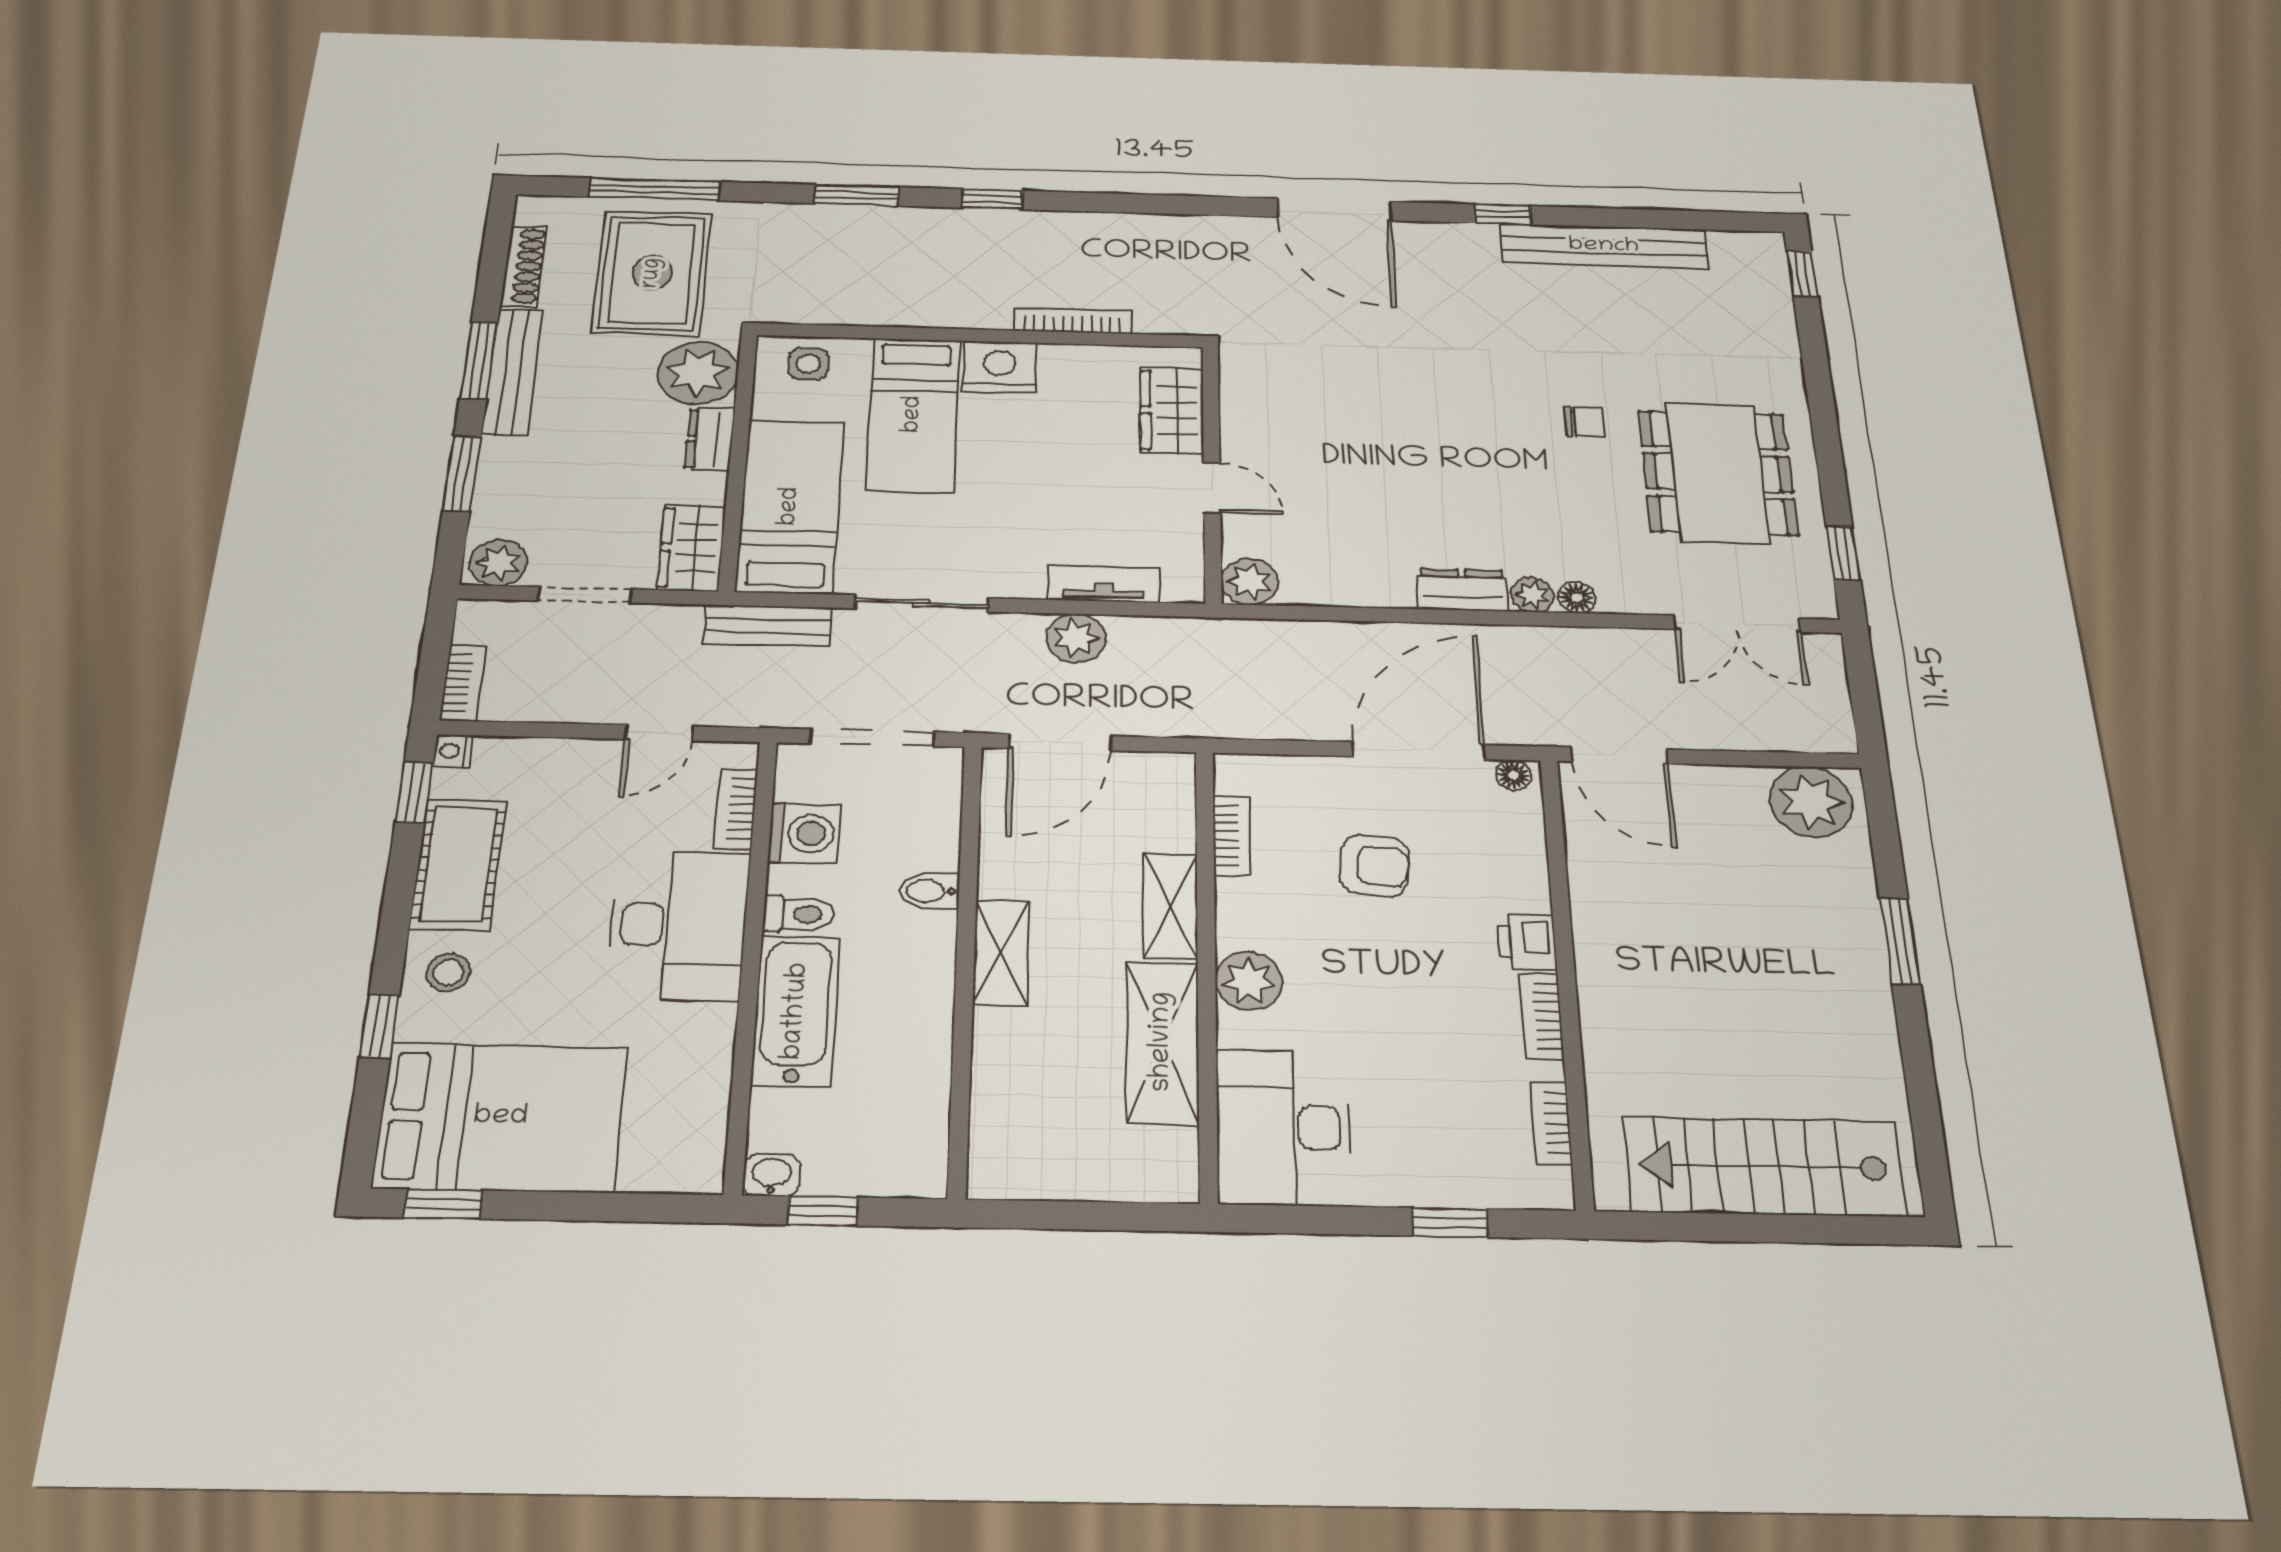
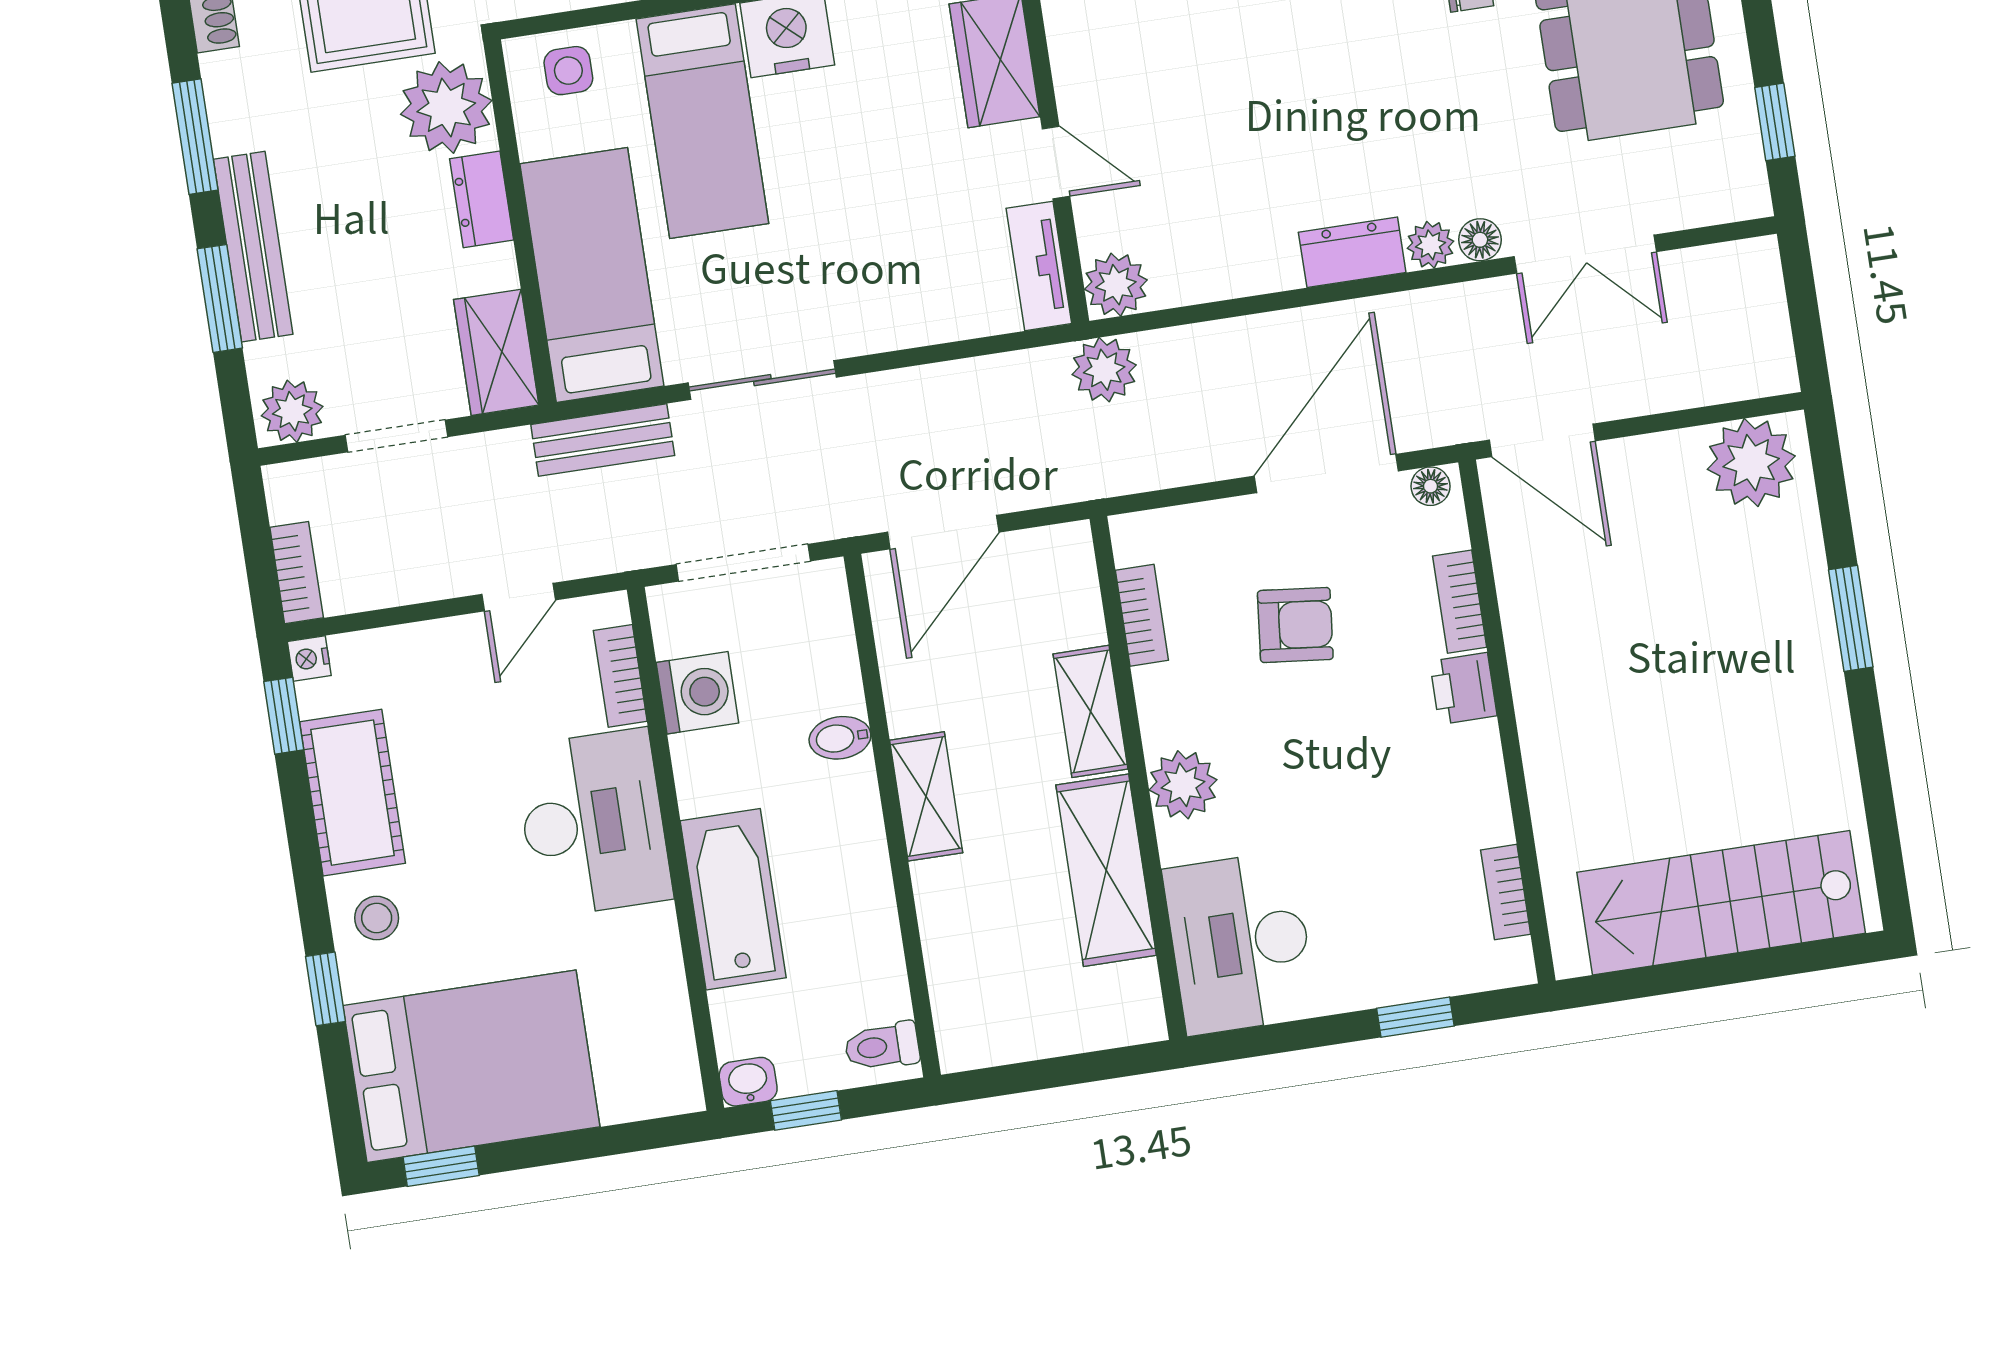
bench: (513, 372) -> (253, 247), moved
tv unit: (1104, 584) -> (1039, 266), moved, turned -90
double door: (1737, 624) -> (1585, 254), moved
plant: (1076, 638) -> (1104, 370), moved
toilet: (798, 914) -> (882, 1046), moved, turned 180
bookcase: (1542, 1016) -> (1460, 602), moved

